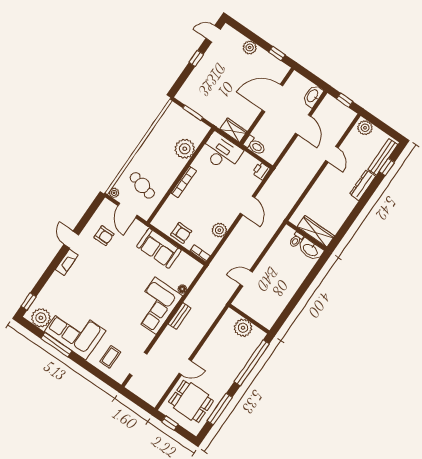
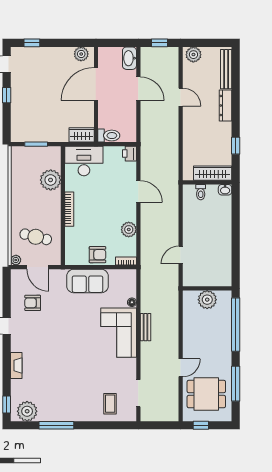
plant: (250, 47) -> (81, 54), moved
window: (277, 53) -> (32, 43), moved
window: (387, 167) -> (236, 146), moved
armchair: (104, 236) -> (33, 303), turned 180
washbasin: (311, 250) -> (225, 190), width x0.52, depth x0.69
fireplace: (67, 262) -> (16, 365), moved
corner sofa: (75, 331) -> (65, 402), removed

